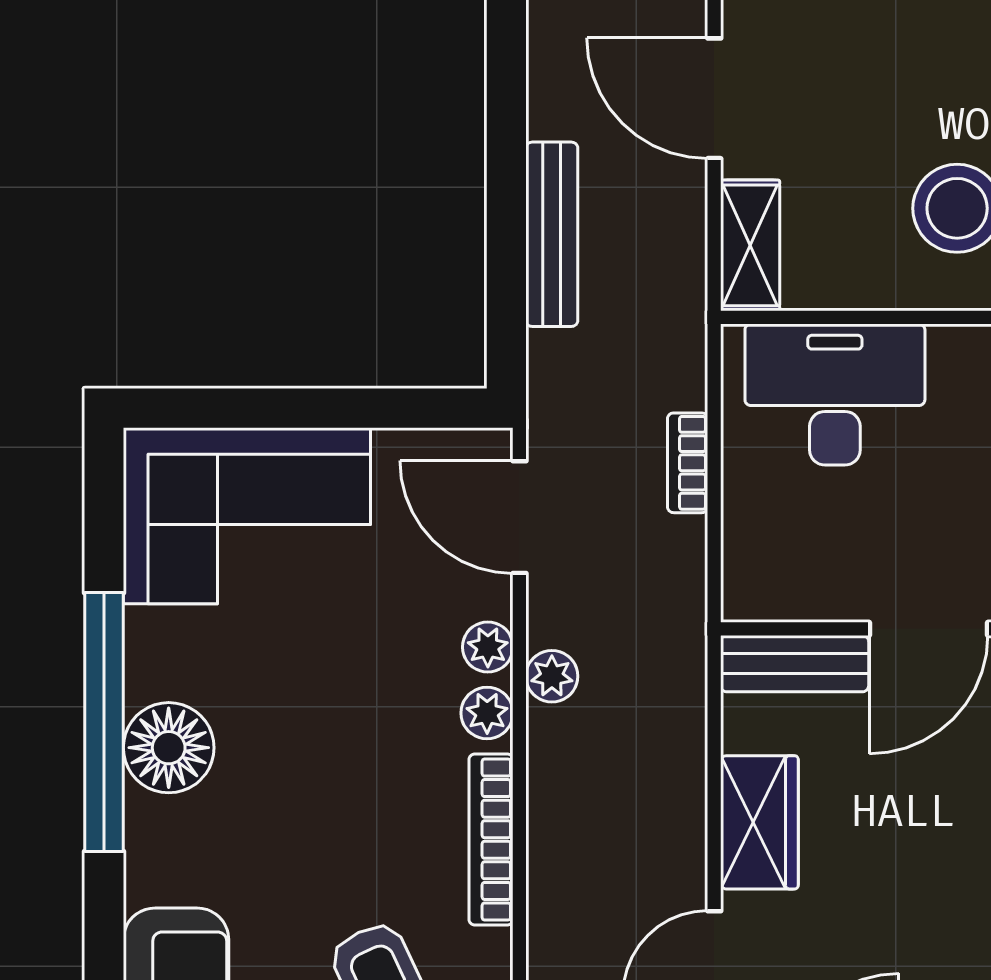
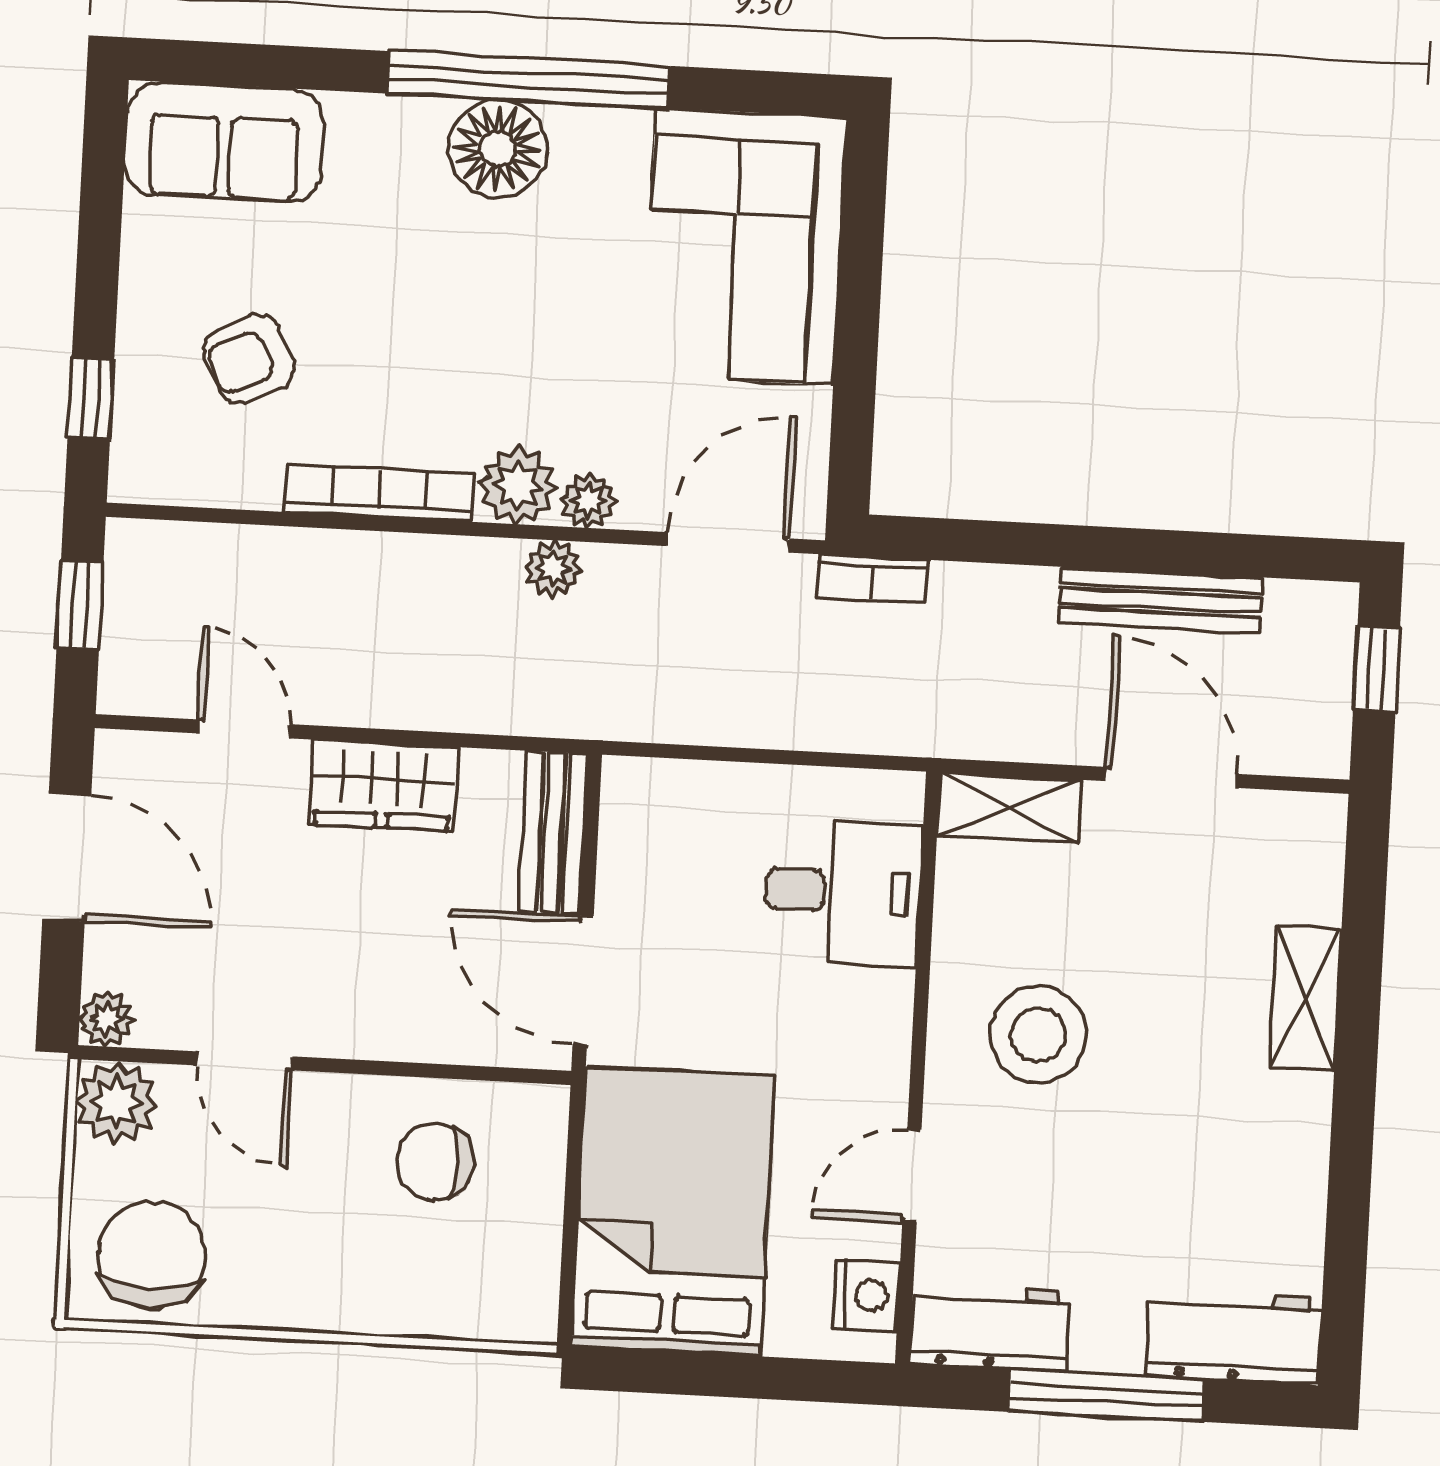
door: (714, 98) -> (1171, 777), hinge flipped
bench: (552, 234) -> (1160, 600), moved
desk: (835, 394) -> (843, 892), width x0.73
bookcase: (688, 463) -> (873, 579), moved, turned 180
plant: (487, 713) -> (517, 485), width x1.38, depth x1.38

